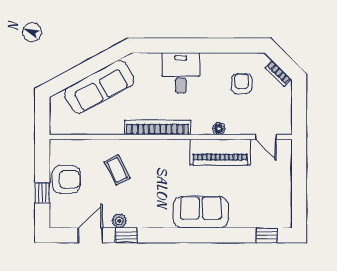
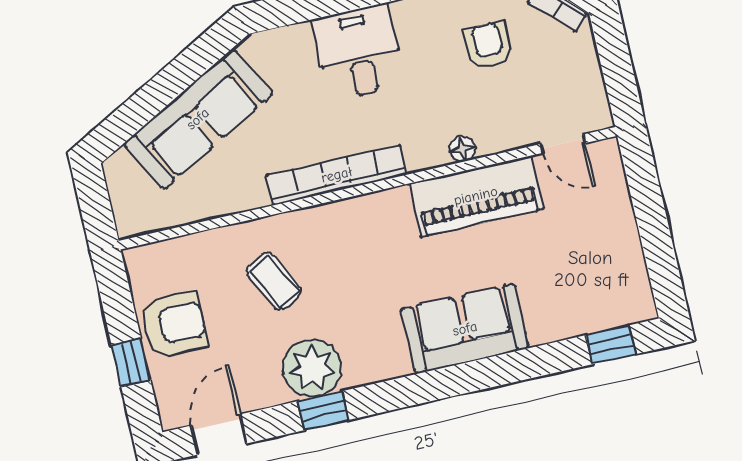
plant: (119, 221) -> (312, 368), width x1.88, depth x1.88
door: (90, 235) -> (219, 435), moved

